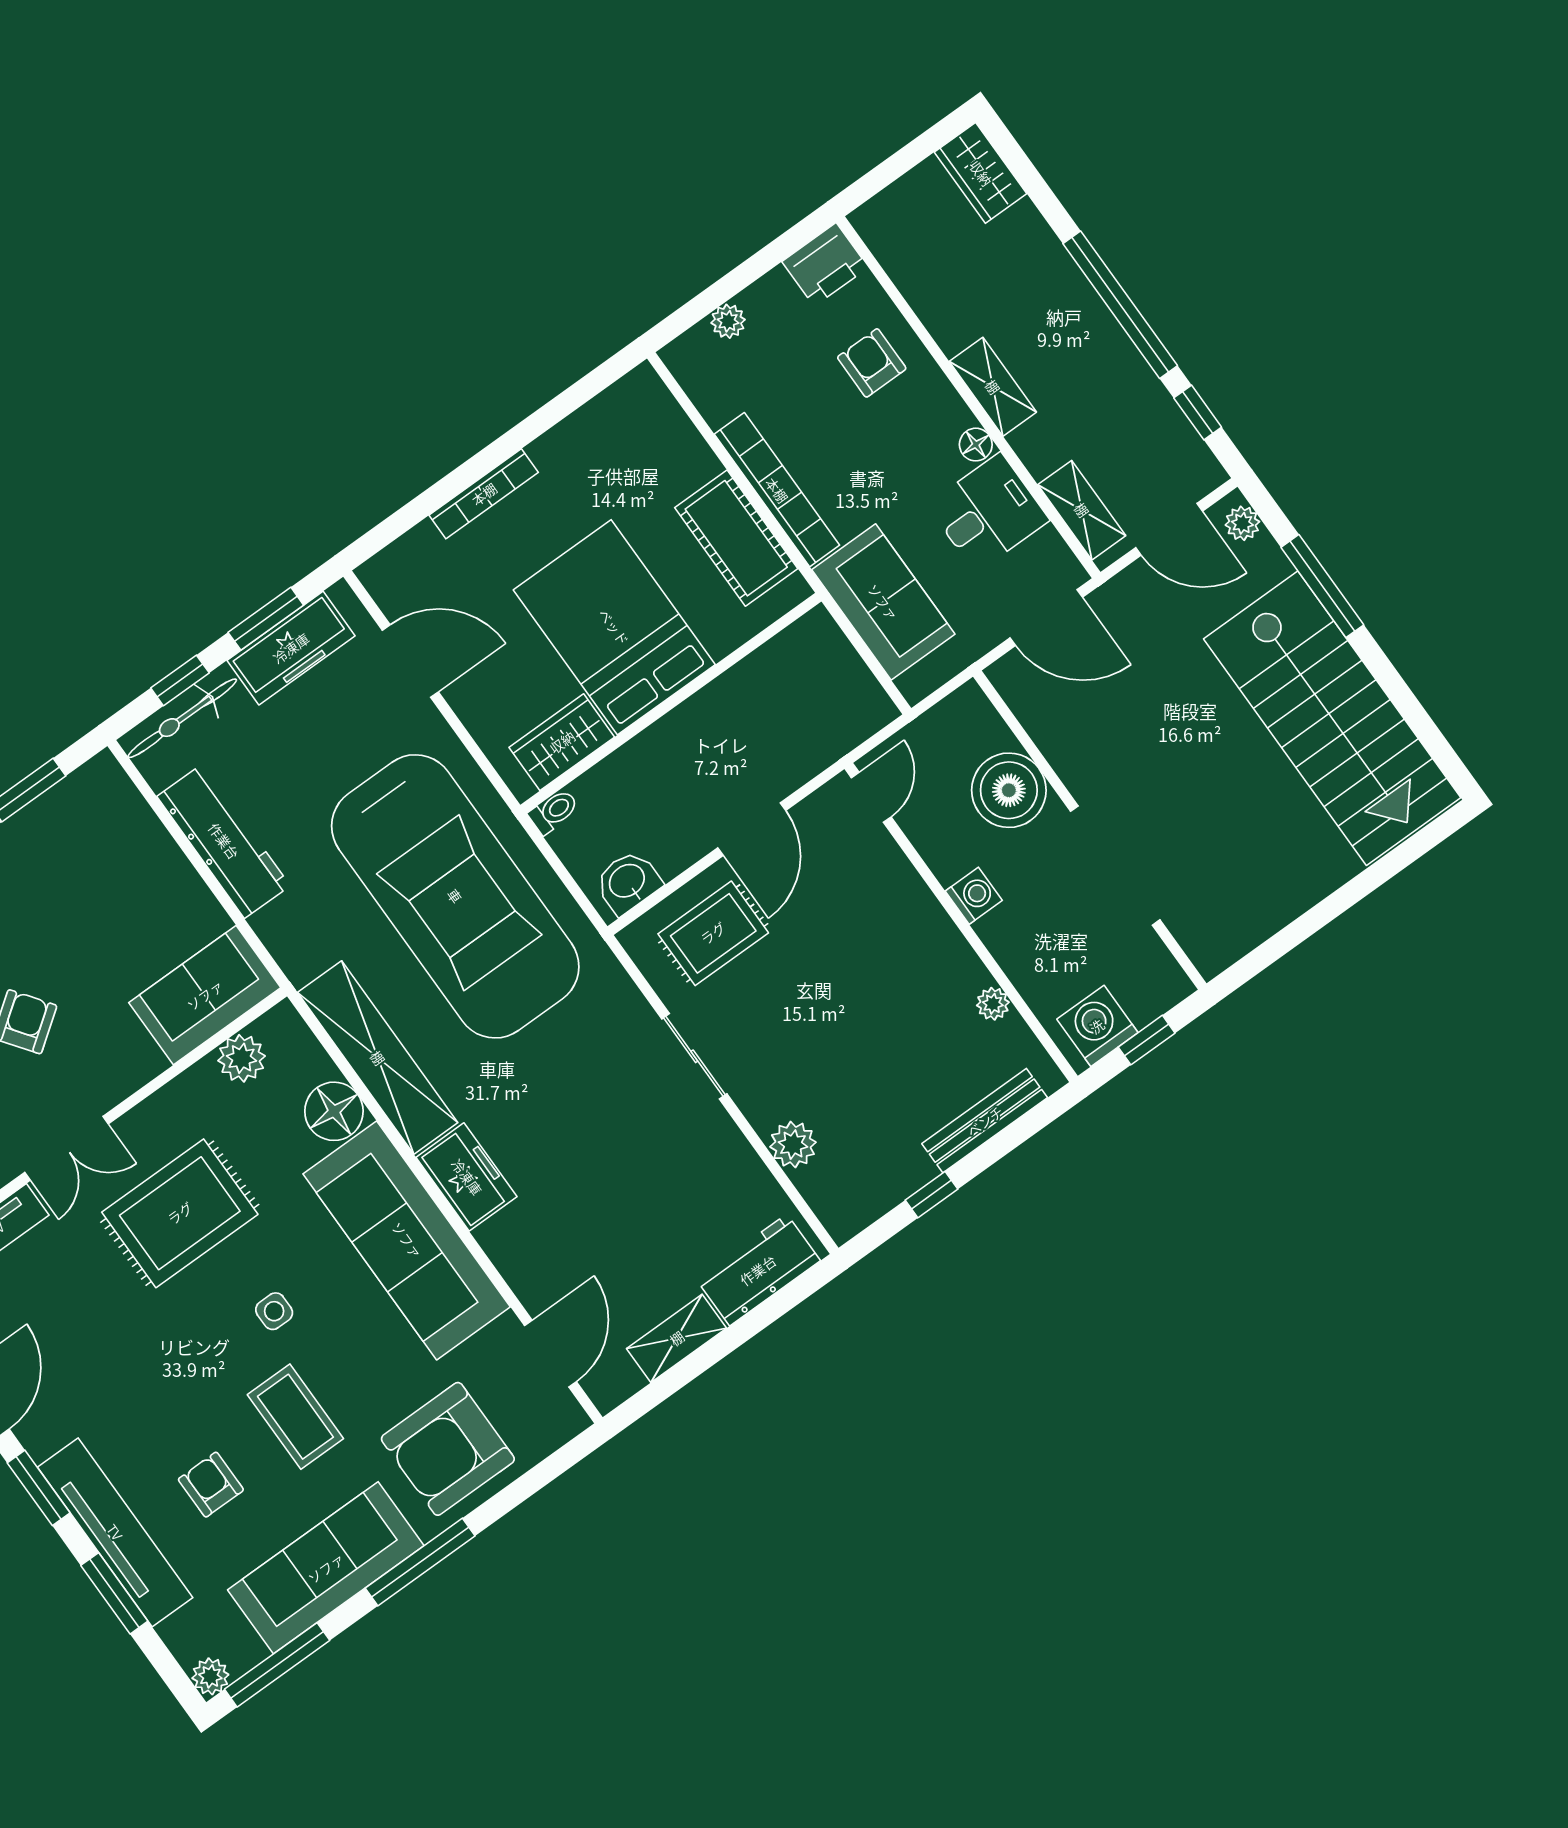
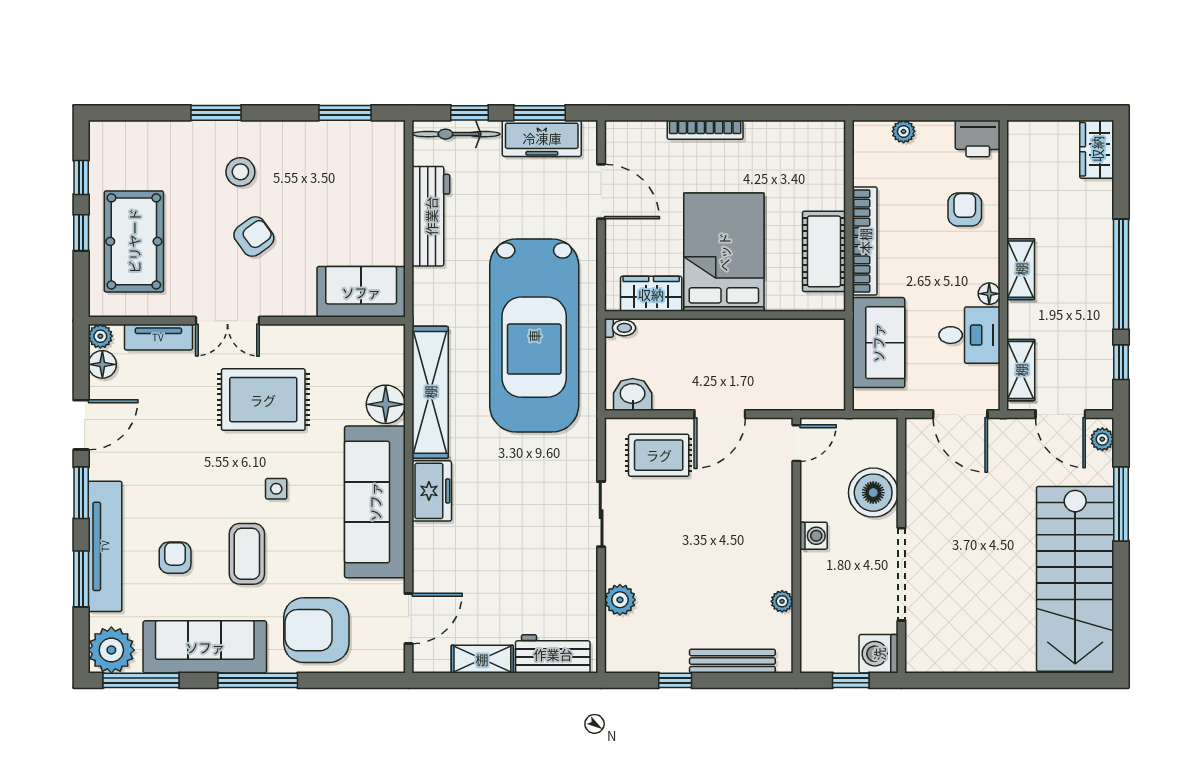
washing machine: (1097, 1026) -> (879, 654), moved, turned -90
plant: (242, 1058) -> (356, 340), removed
plant: (210, 1676) -> (111, 650), width x1.88, depth x1.88

